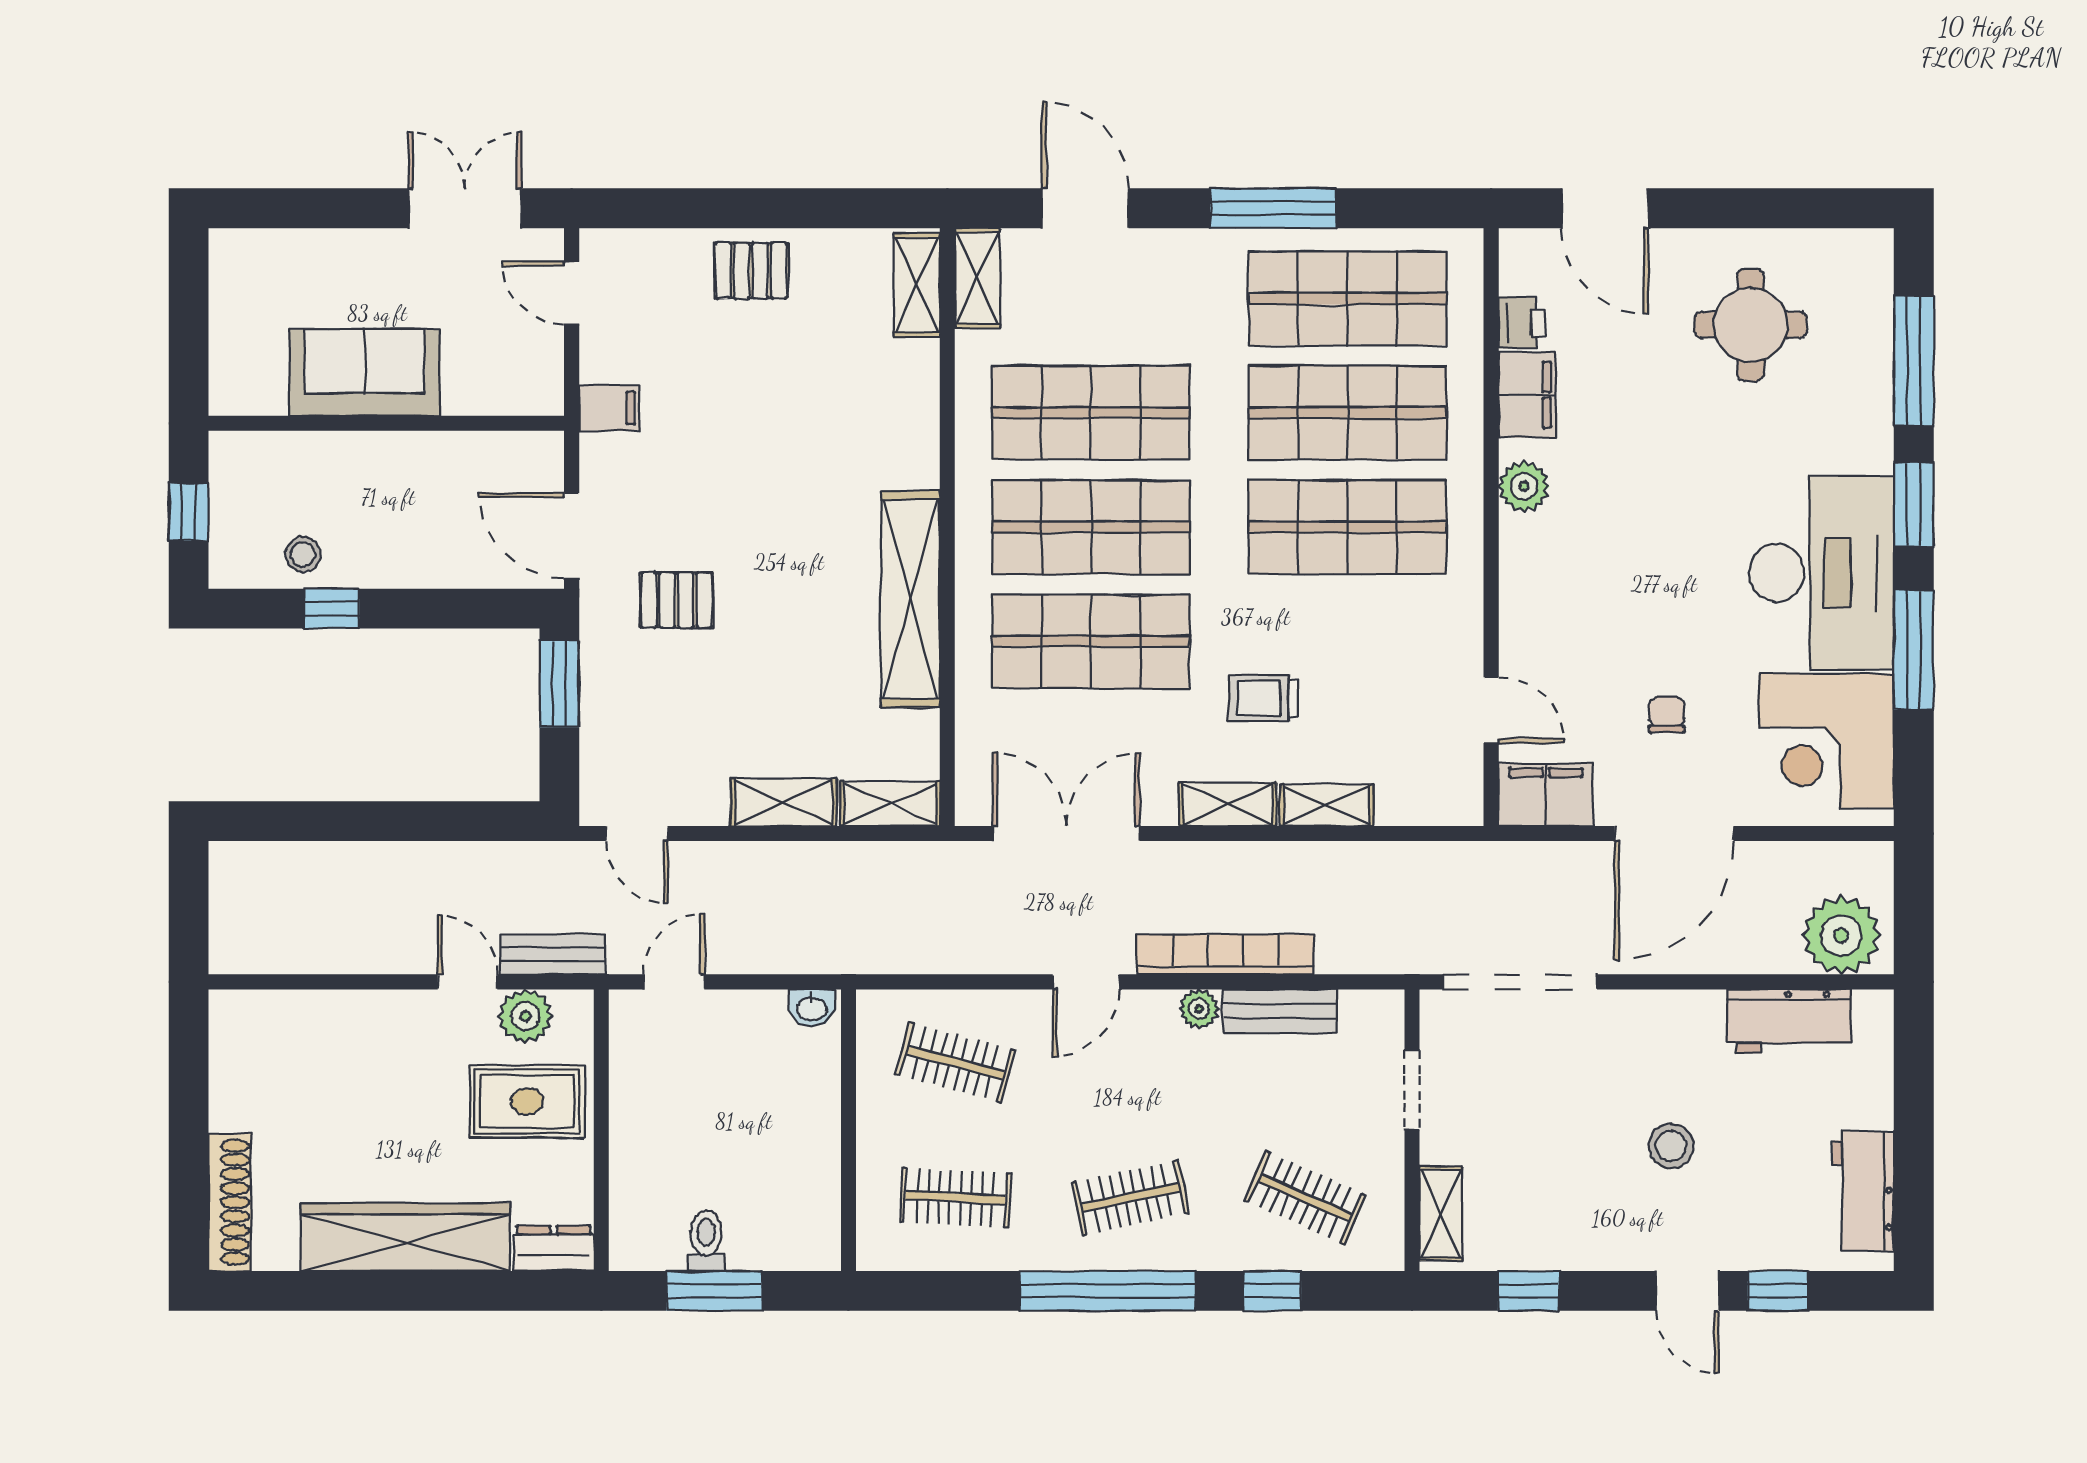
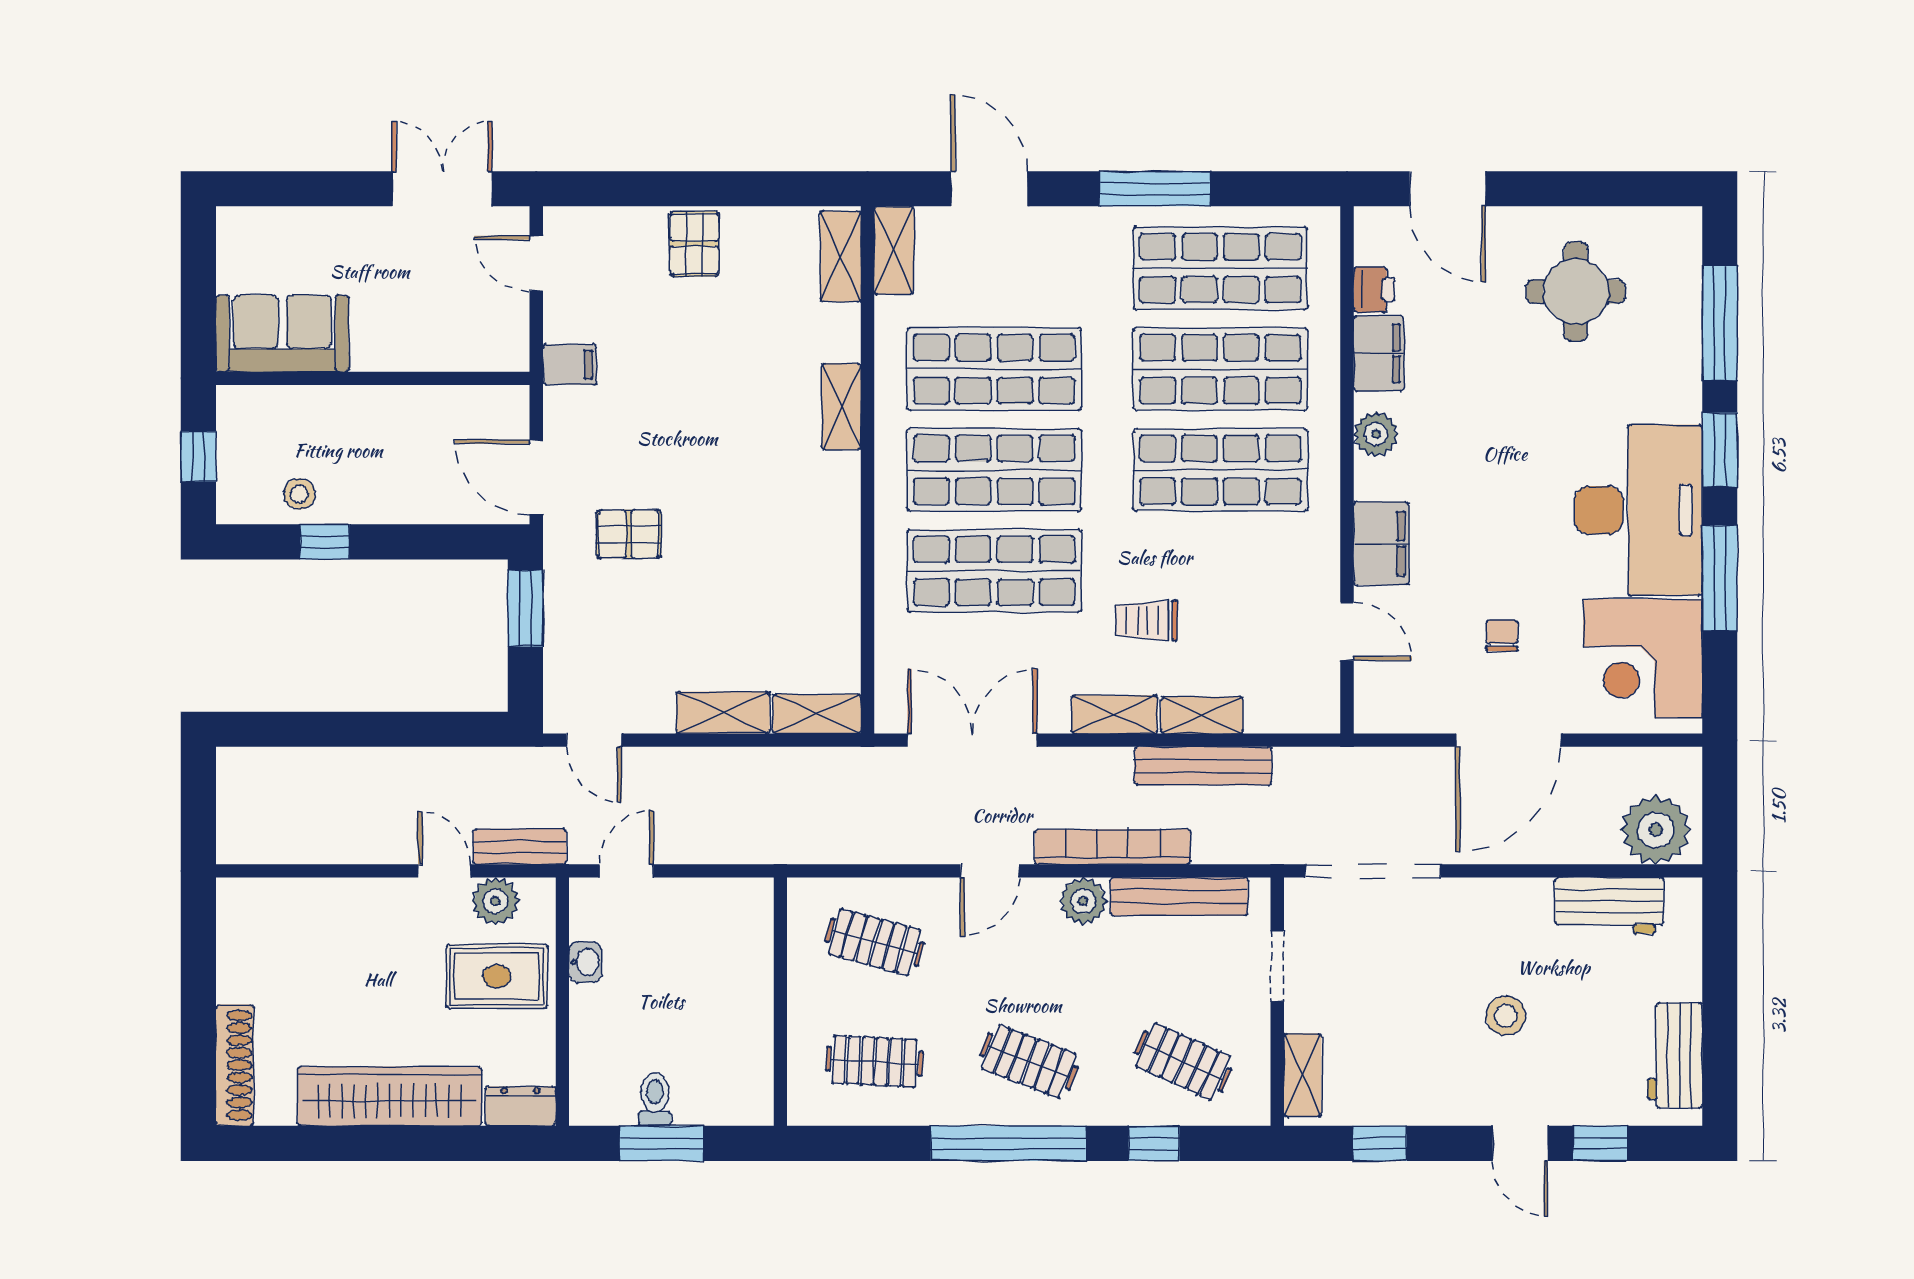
pallet: (751, 271) -> (694, 244), turned 90
sofa: (365, 372) -> (282, 333), moved
shelving: (910, 599) -> (841, 407), moved, width x0.45, depth x0.75
filing cabinet: (1546, 795) -> (1381, 543), moved, turned 90
bench: (1328, 863) -> (1203, 766), added
washbasin: (812, 1008) -> (585, 962), moved, turned -90
plant: (1199, 1009) -> (1083, 901), width x1.38, depth x1.38
bench: (1280, 1011) -> (1179, 897), width x1.36
clothes rail: (1130, 1198) -> (1029, 1061), turned 33

